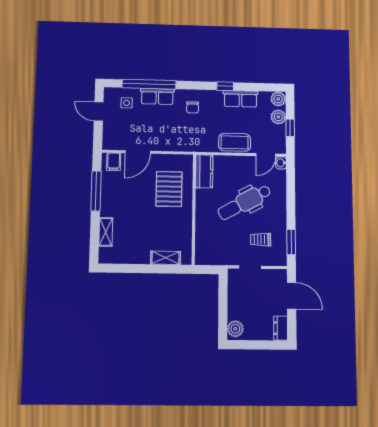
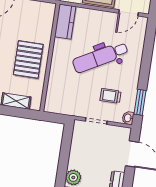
washbasin: (281, 163) -> (128, 118), moved
pallet: (169, 189) -> (28, 60), moved

